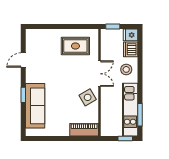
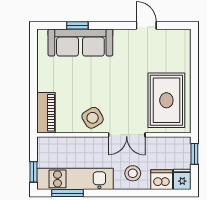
rug: (75, 46) -> (166, 100), width x1.36, depth x1.43
window: (23, 95) -> (77, 25), moved

